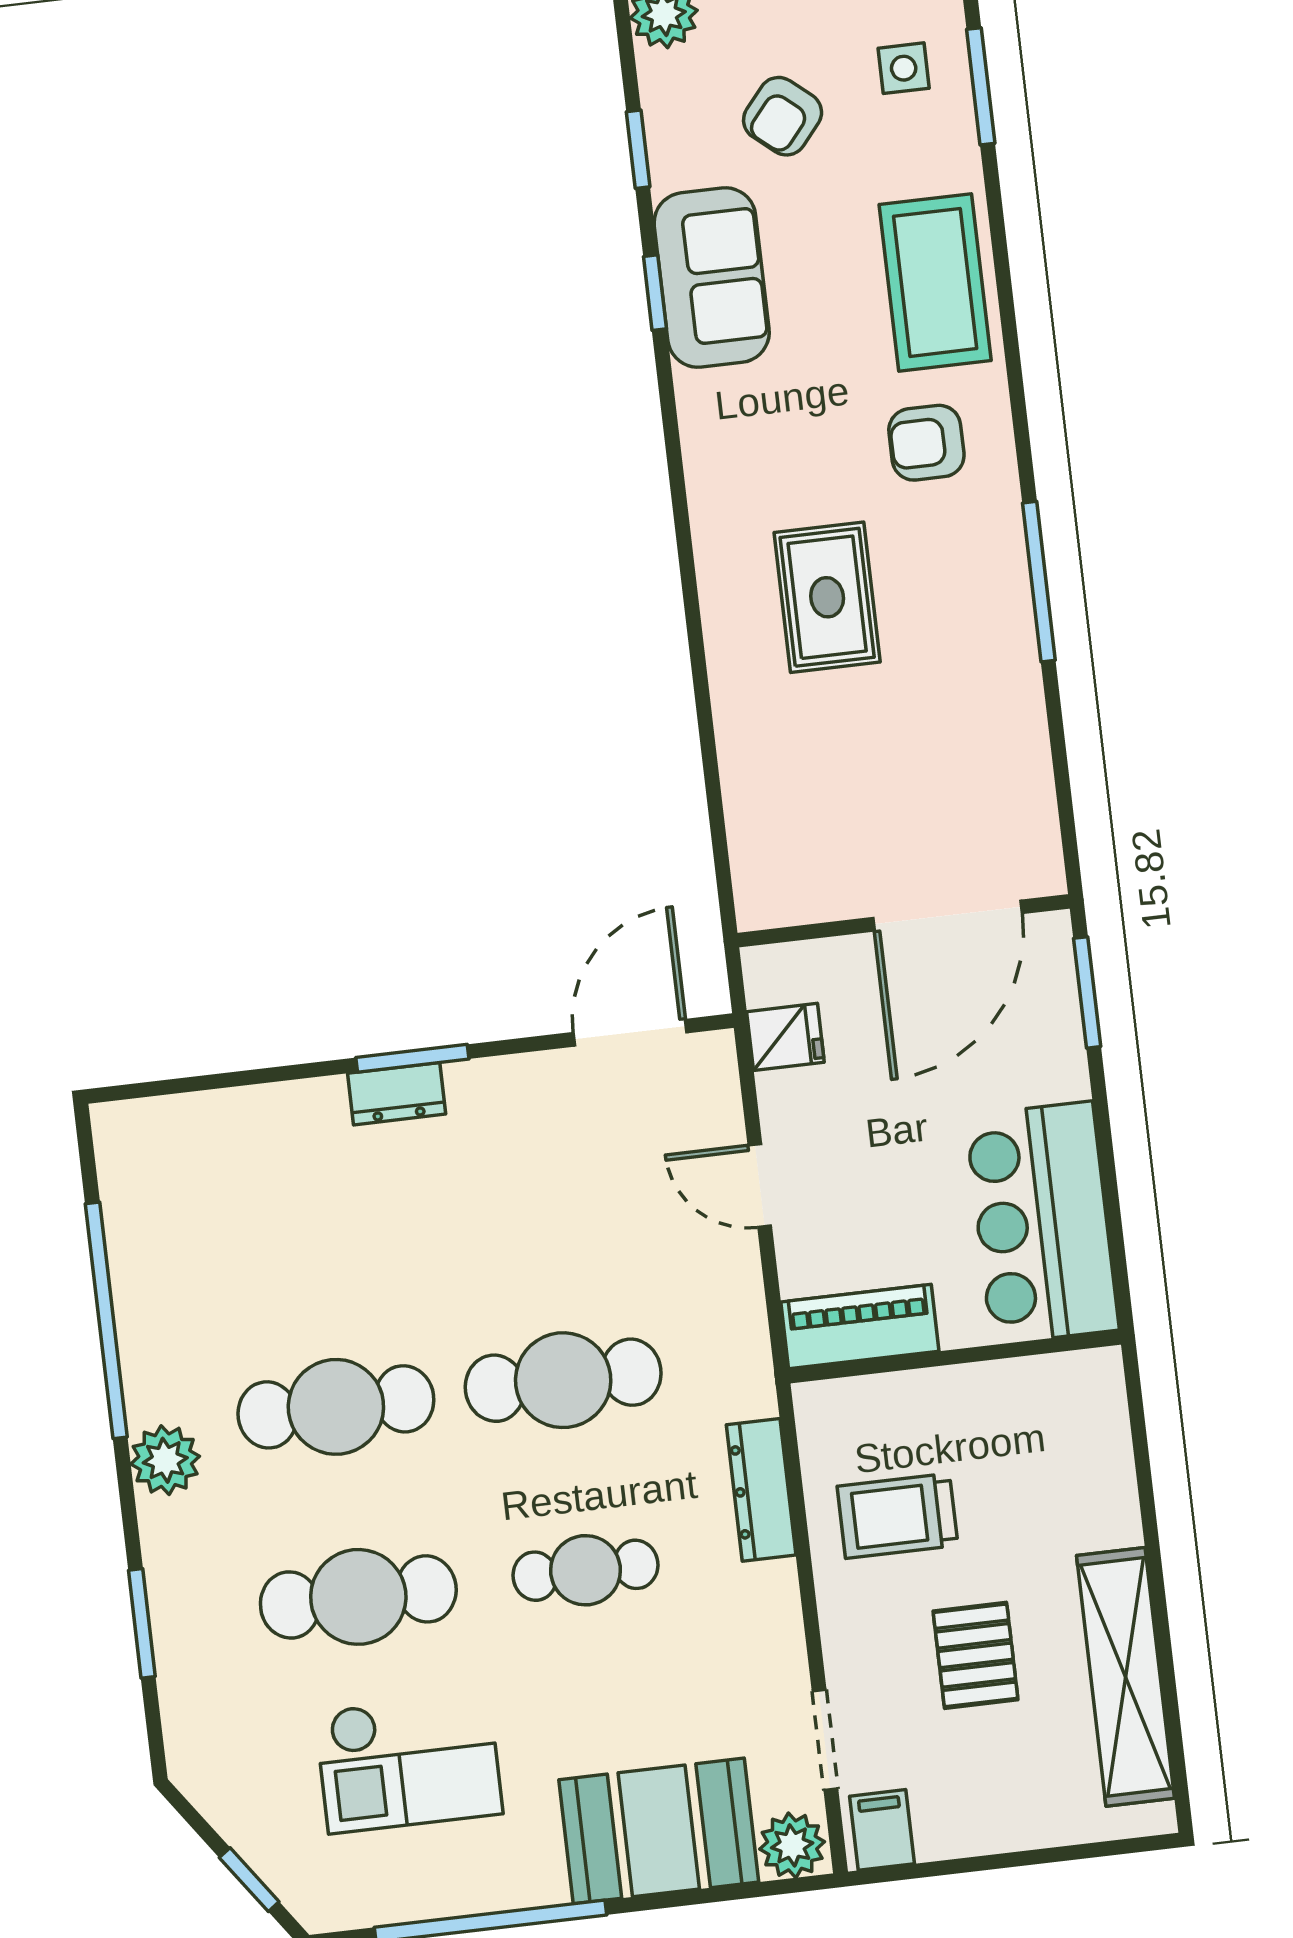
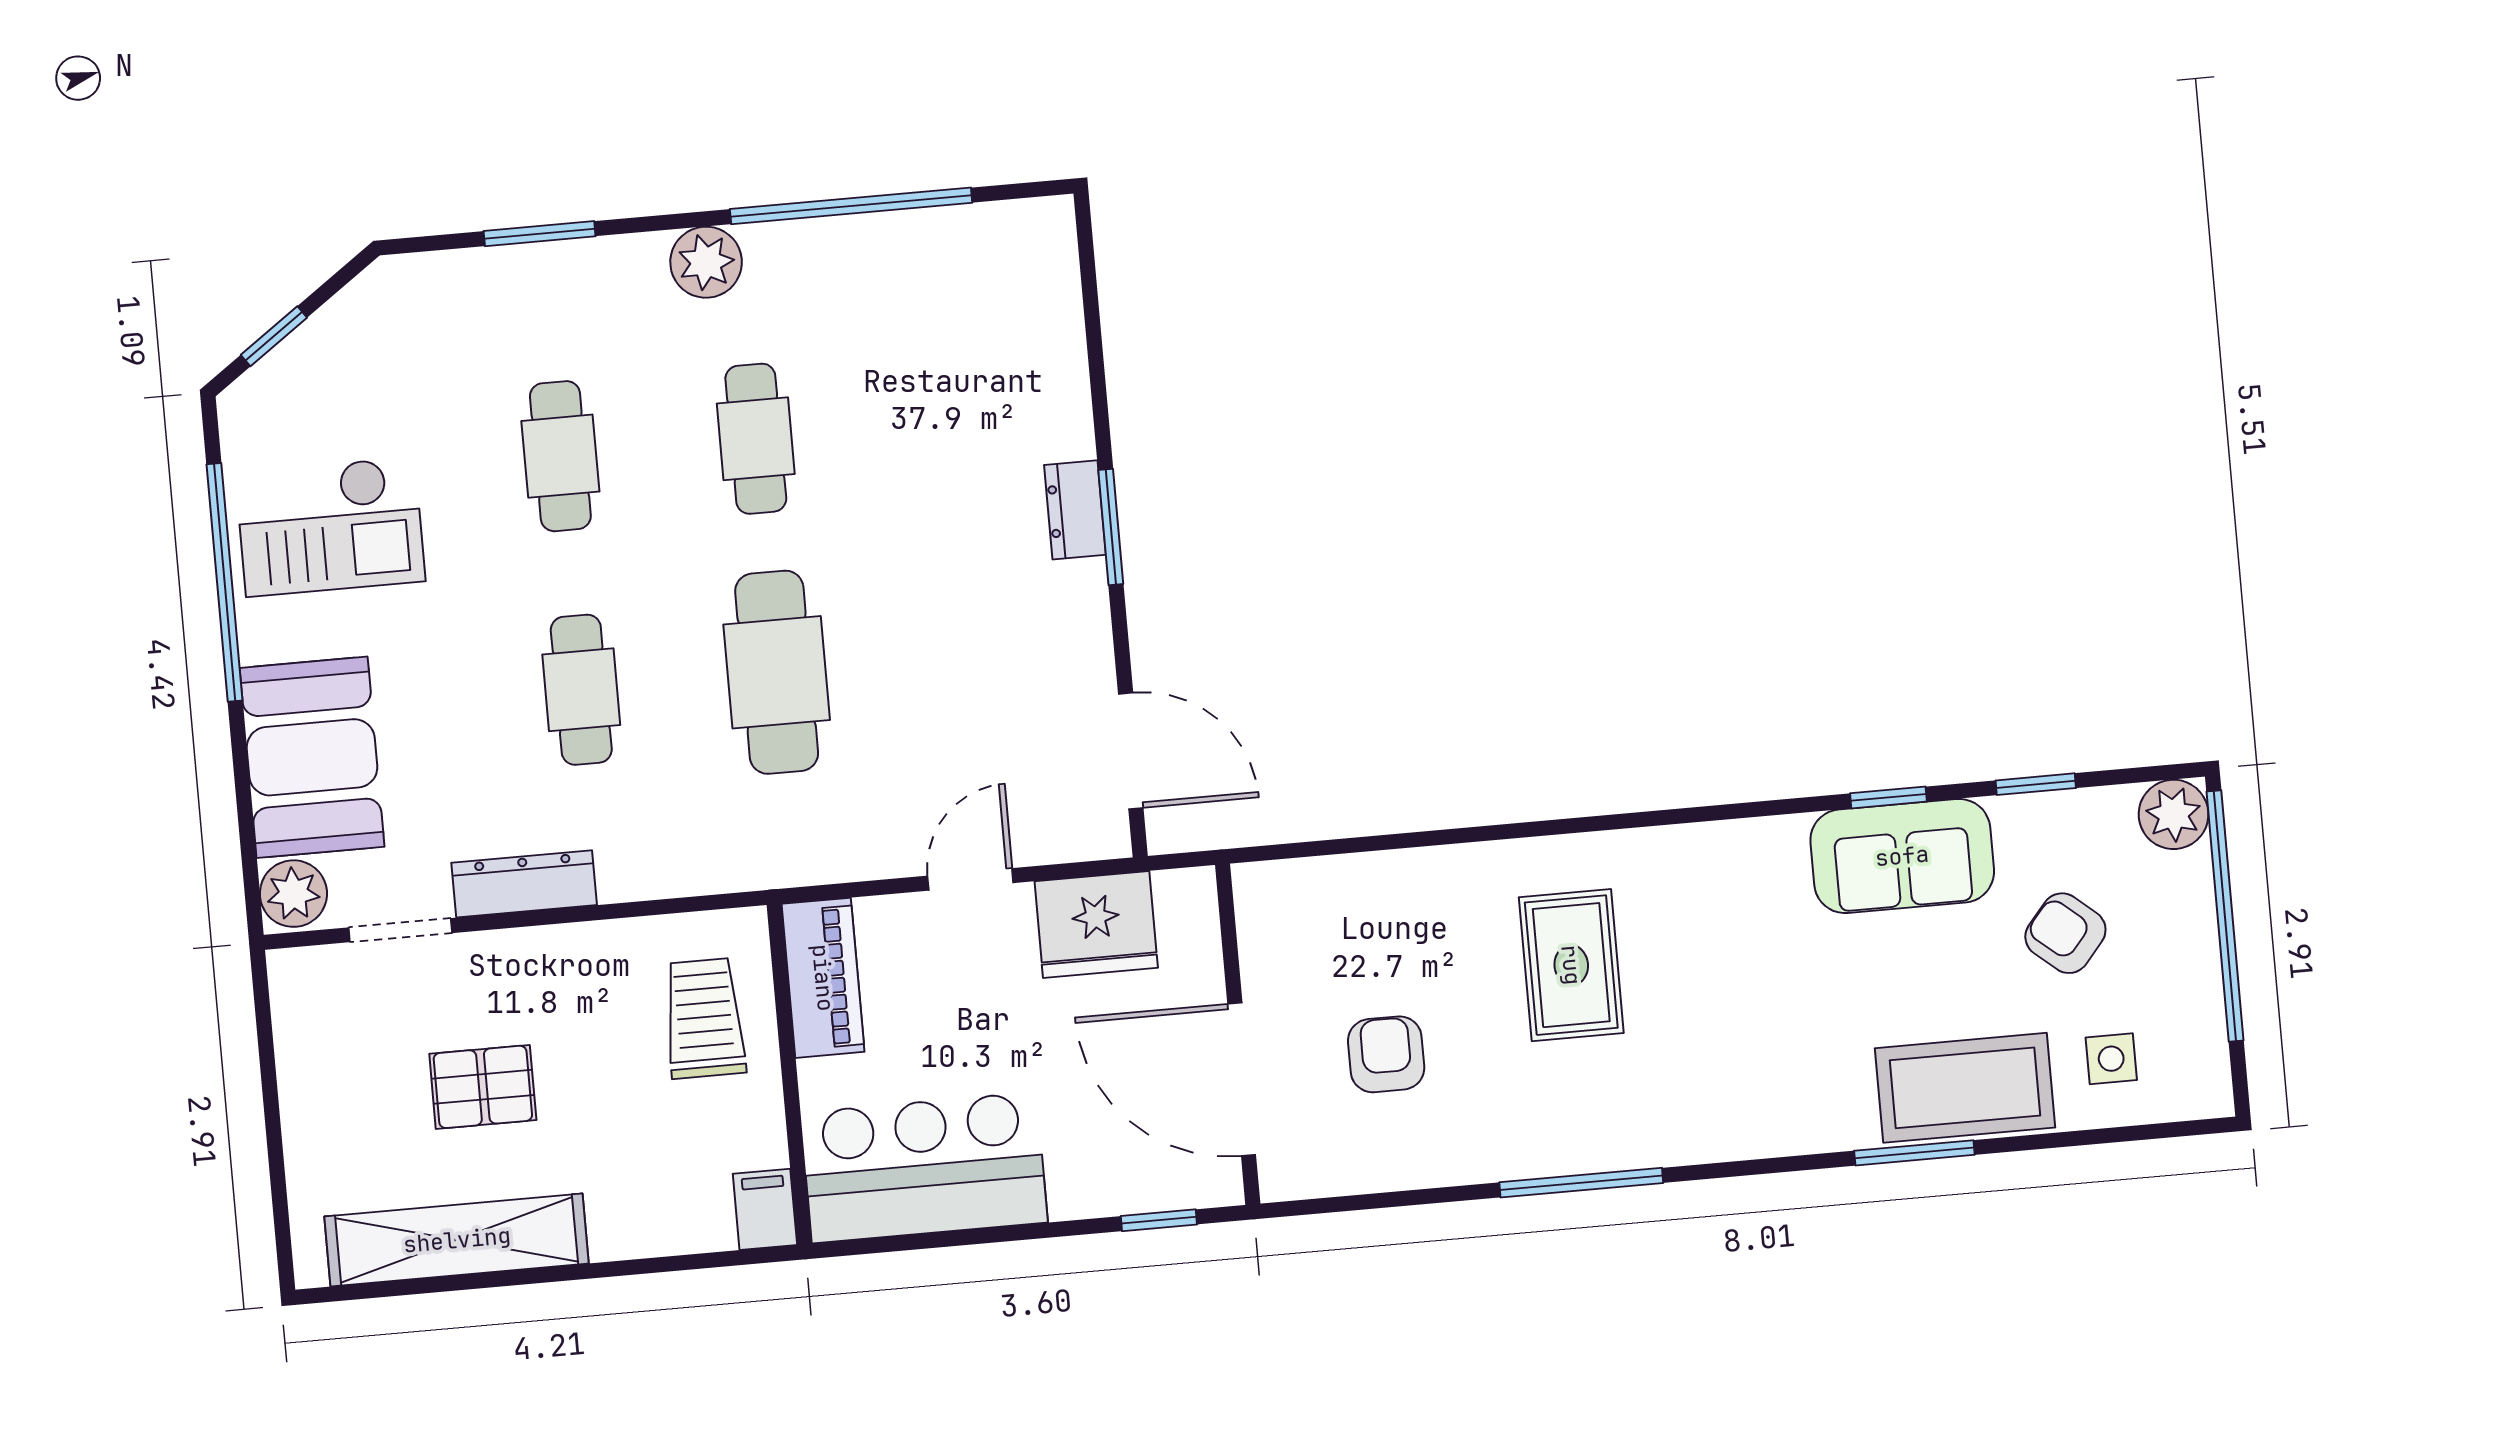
window: (981, 86) -> (1914, 1153), moved
coffee table: (935, 282) -> (1965, 1088), moved
armchair: (926, 443) -> (1386, 1054), moved
rug: (827, 597) -> (1571, 965), turned 90
window: (1087, 992) -> (1159, 1220), width x0.67
fridge: (785, 1037) -> (1096, 925), width x1.88, depth x1.34
cafe table: (336, 1407) -> (756, 439), width x0.73, depth x0.74
dresser: (761, 1490) -> (524, 884), moved
trolley: (898, 1516) -> (704, 1018), moved
cafe table: (358, 1597) -> (560, 456), width x0.73, depth x0.74
checkout: (409, 1763) -> (330, 526), moved, turned -90
filing cabinet: (882, 1830) -> (765, 1209), moved, turned -90

